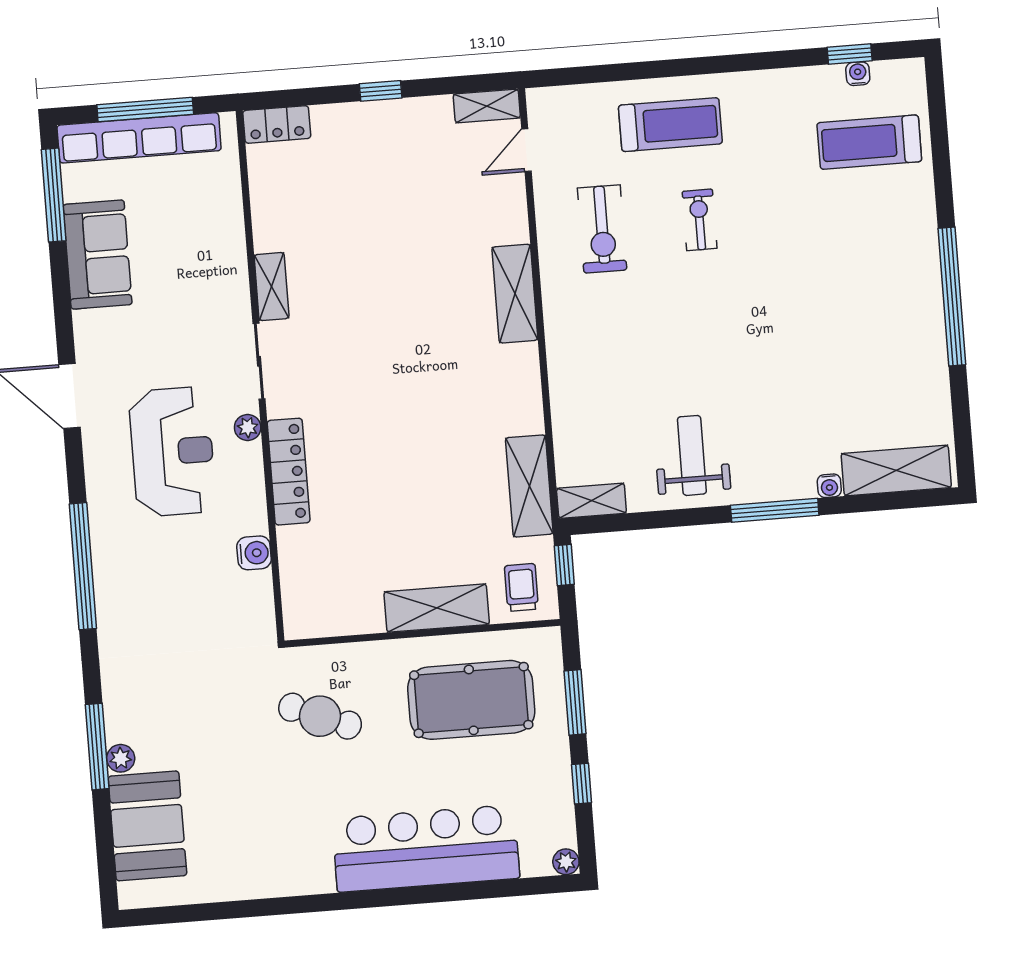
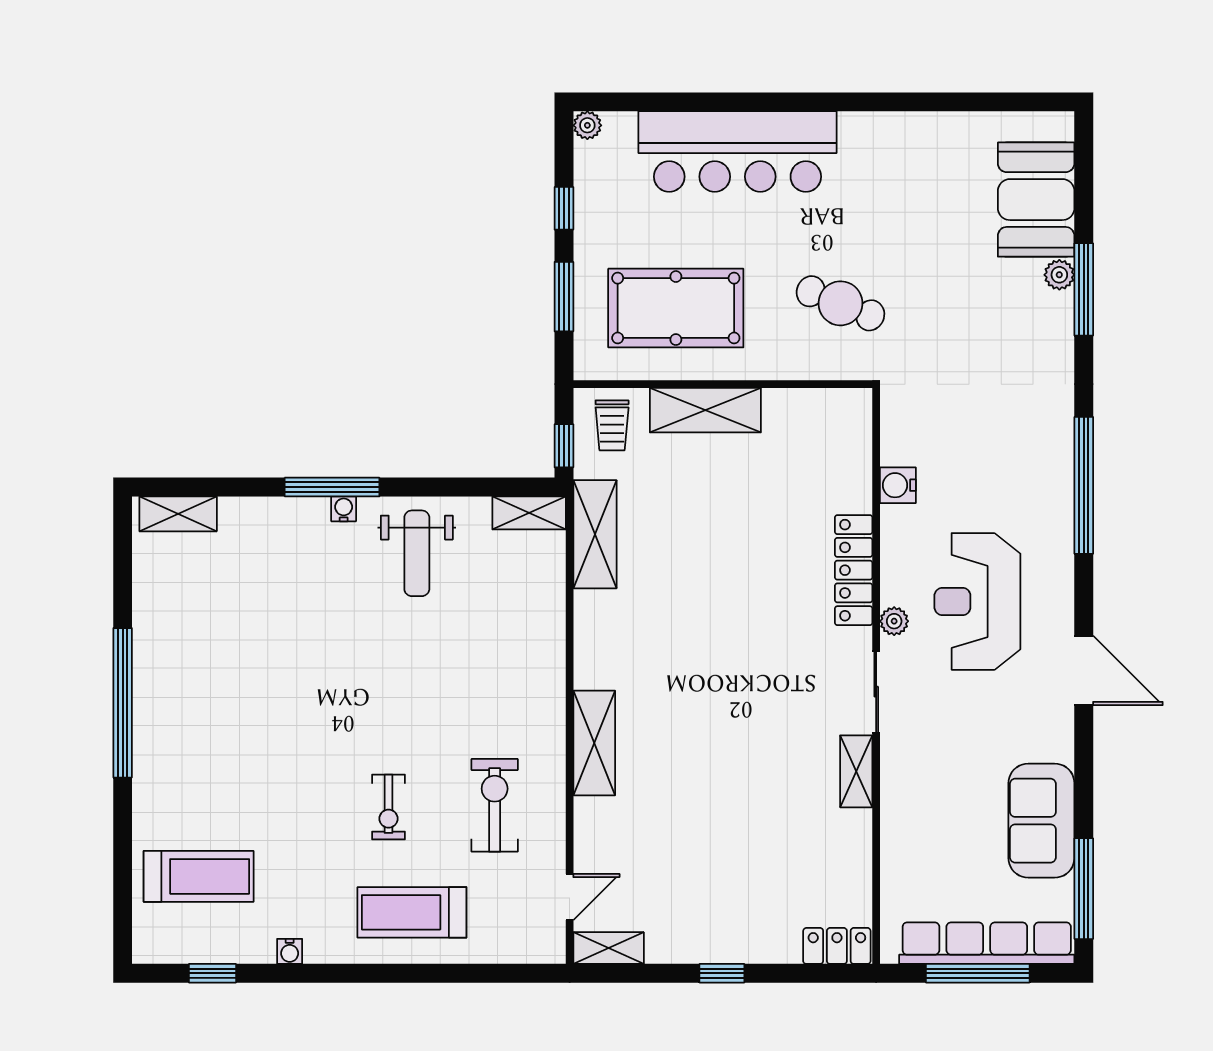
water cooler: (858, 74) -> (290, 951), moved
shelving: (896, 470) -> (178, 514), width x0.67, depth x0.75
water cooler: (829, 486) -> (344, 509), moved

